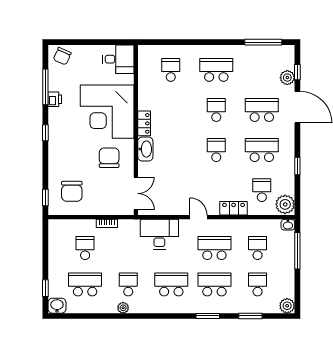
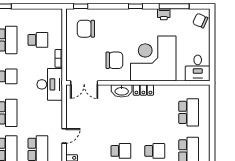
school desk: (171, 70) -> (189, 112), width x1.85
desk: (159, 234) -> (50, 84), moved

